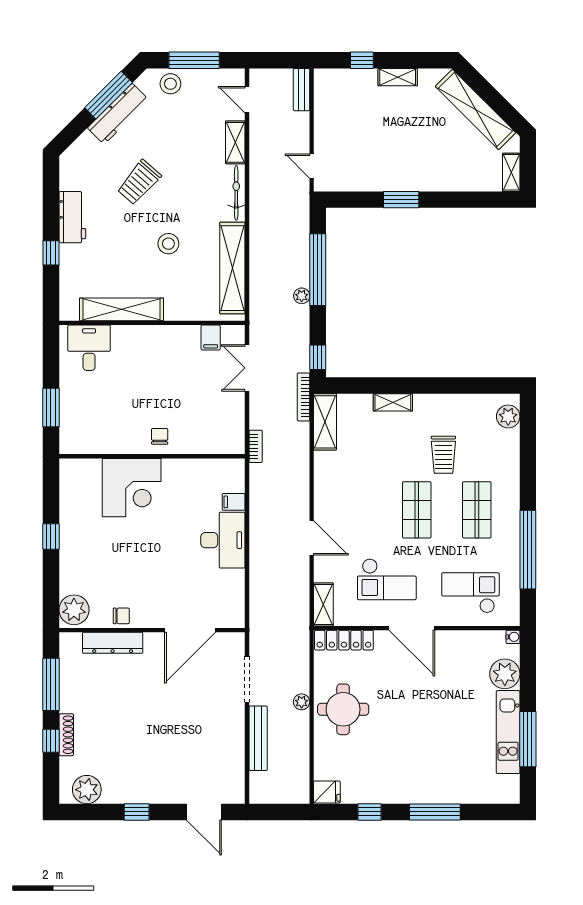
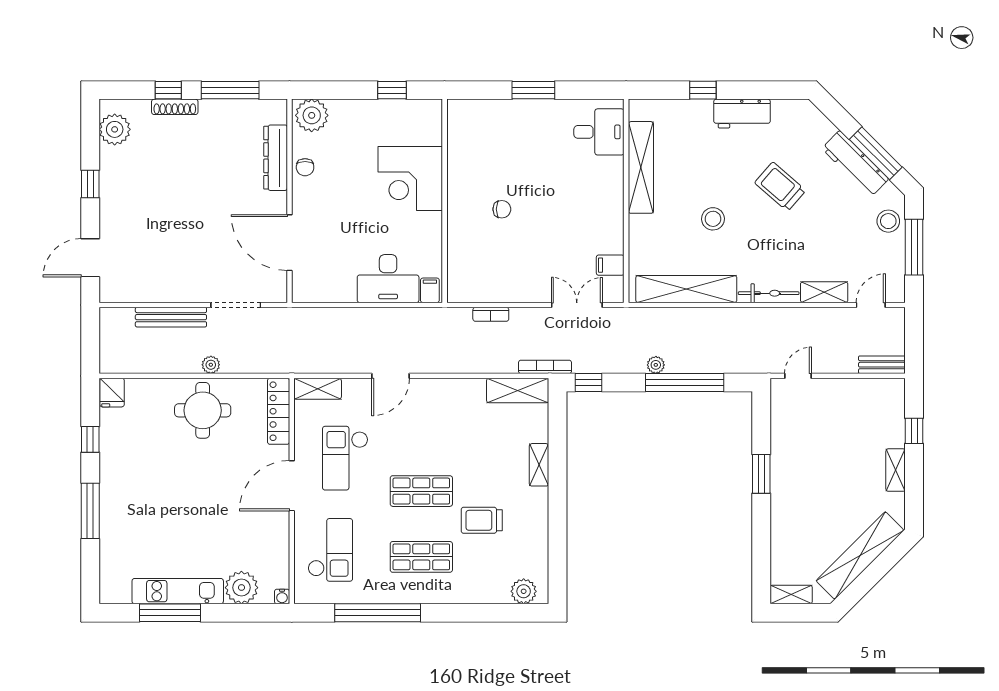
wall: (152, 456) -> (445, 201), moved
corner desk: (132, 488) -> (410, 179), moved

